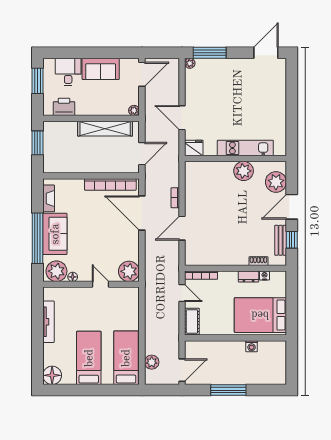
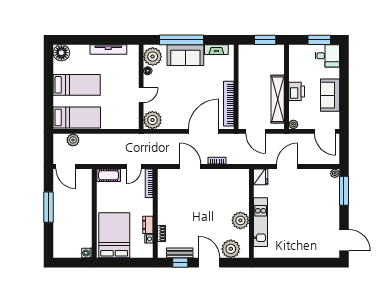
desk: (68, 72) -> (327, 56), moved
printer: (64, 107) -> (297, 91), moved
washing machine: (252, 346) -> (87, 253), moved

